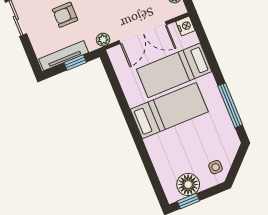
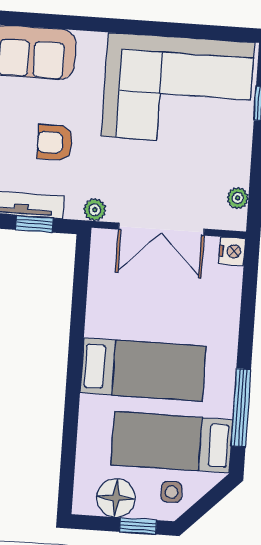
bed: (174, 70) -> (172, 442), moved
window: (188, 201) -> (138, 526), moved

